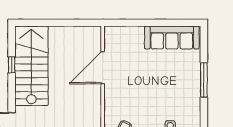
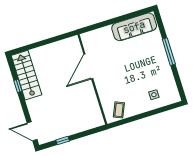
stairs: (31, 66) -> (26, 75), width x0.73, depth x0.66

